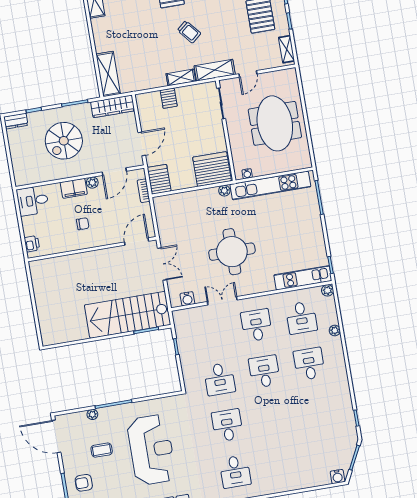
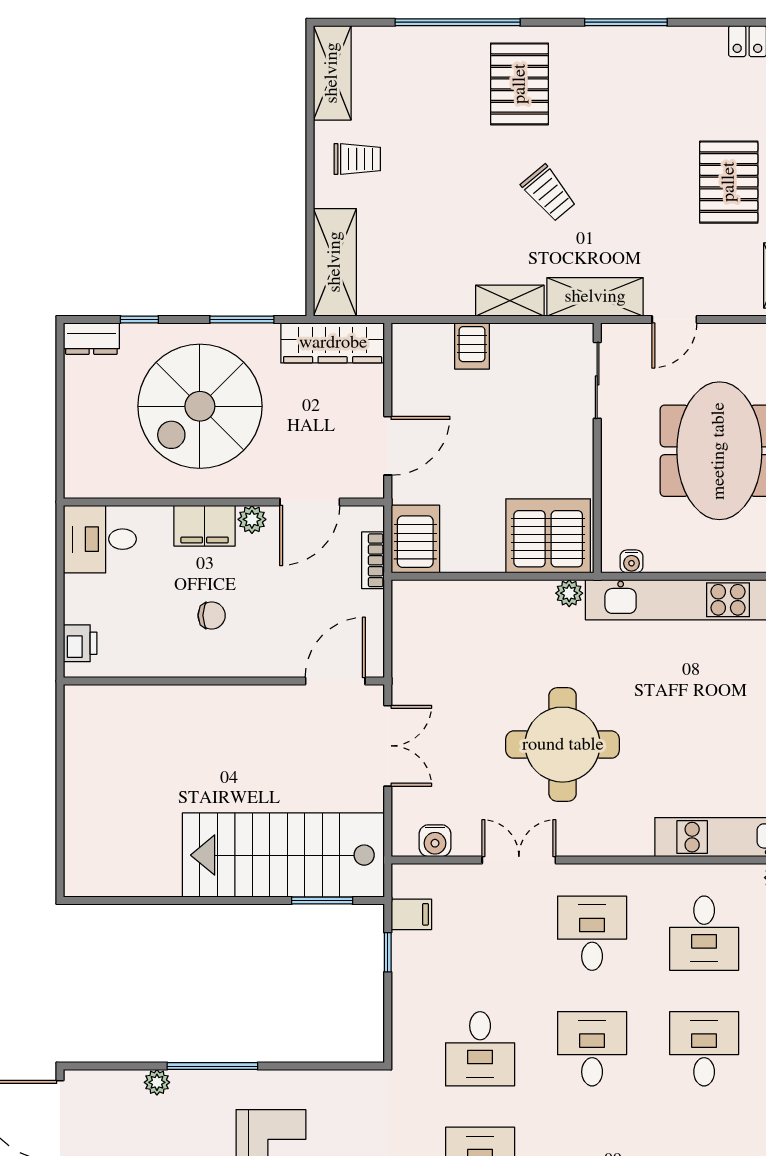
trolley: (110, 31) -> (357, 159), added
spiral stairs: (64, 141) -> (200, 406), width x1.37, depth x1.37
filing cabinet: (183, 330) -> (411, 914), added

